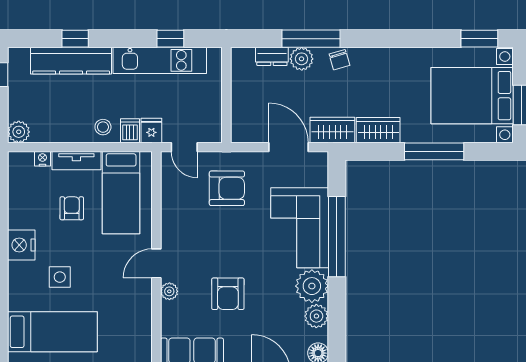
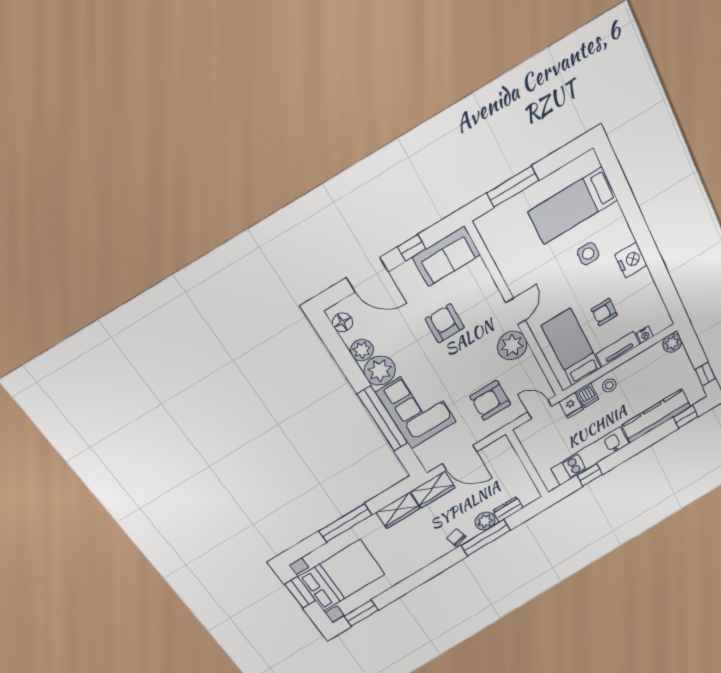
window: (75, 39) -> (686, 417), moved
armchair: (72, 208) -> (604, 312), turned 90
plant: (169, 291) -> (512, 345), moved, width x1.88, depth x1.88

